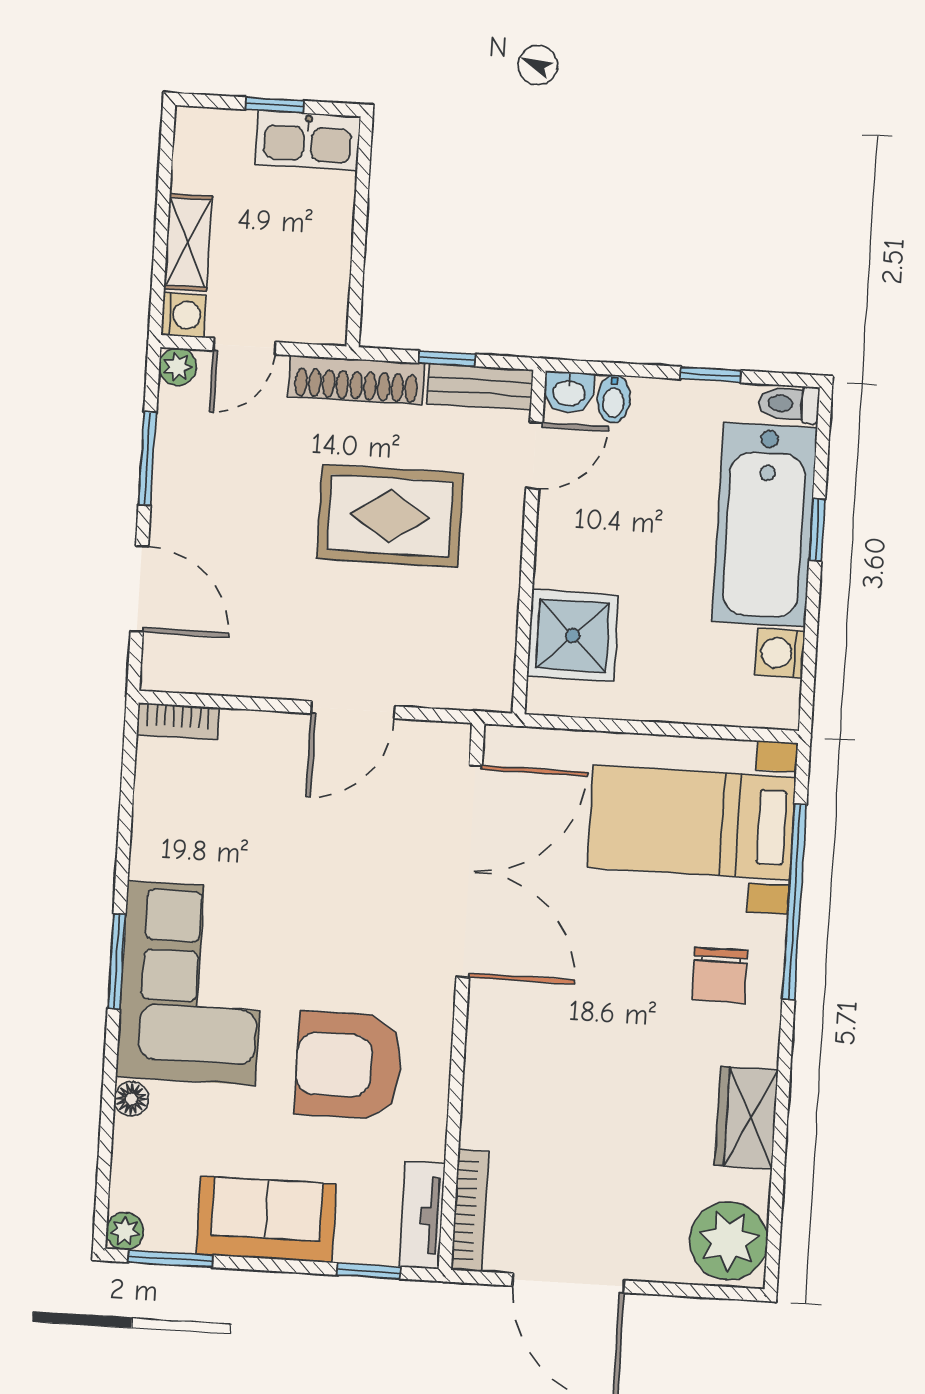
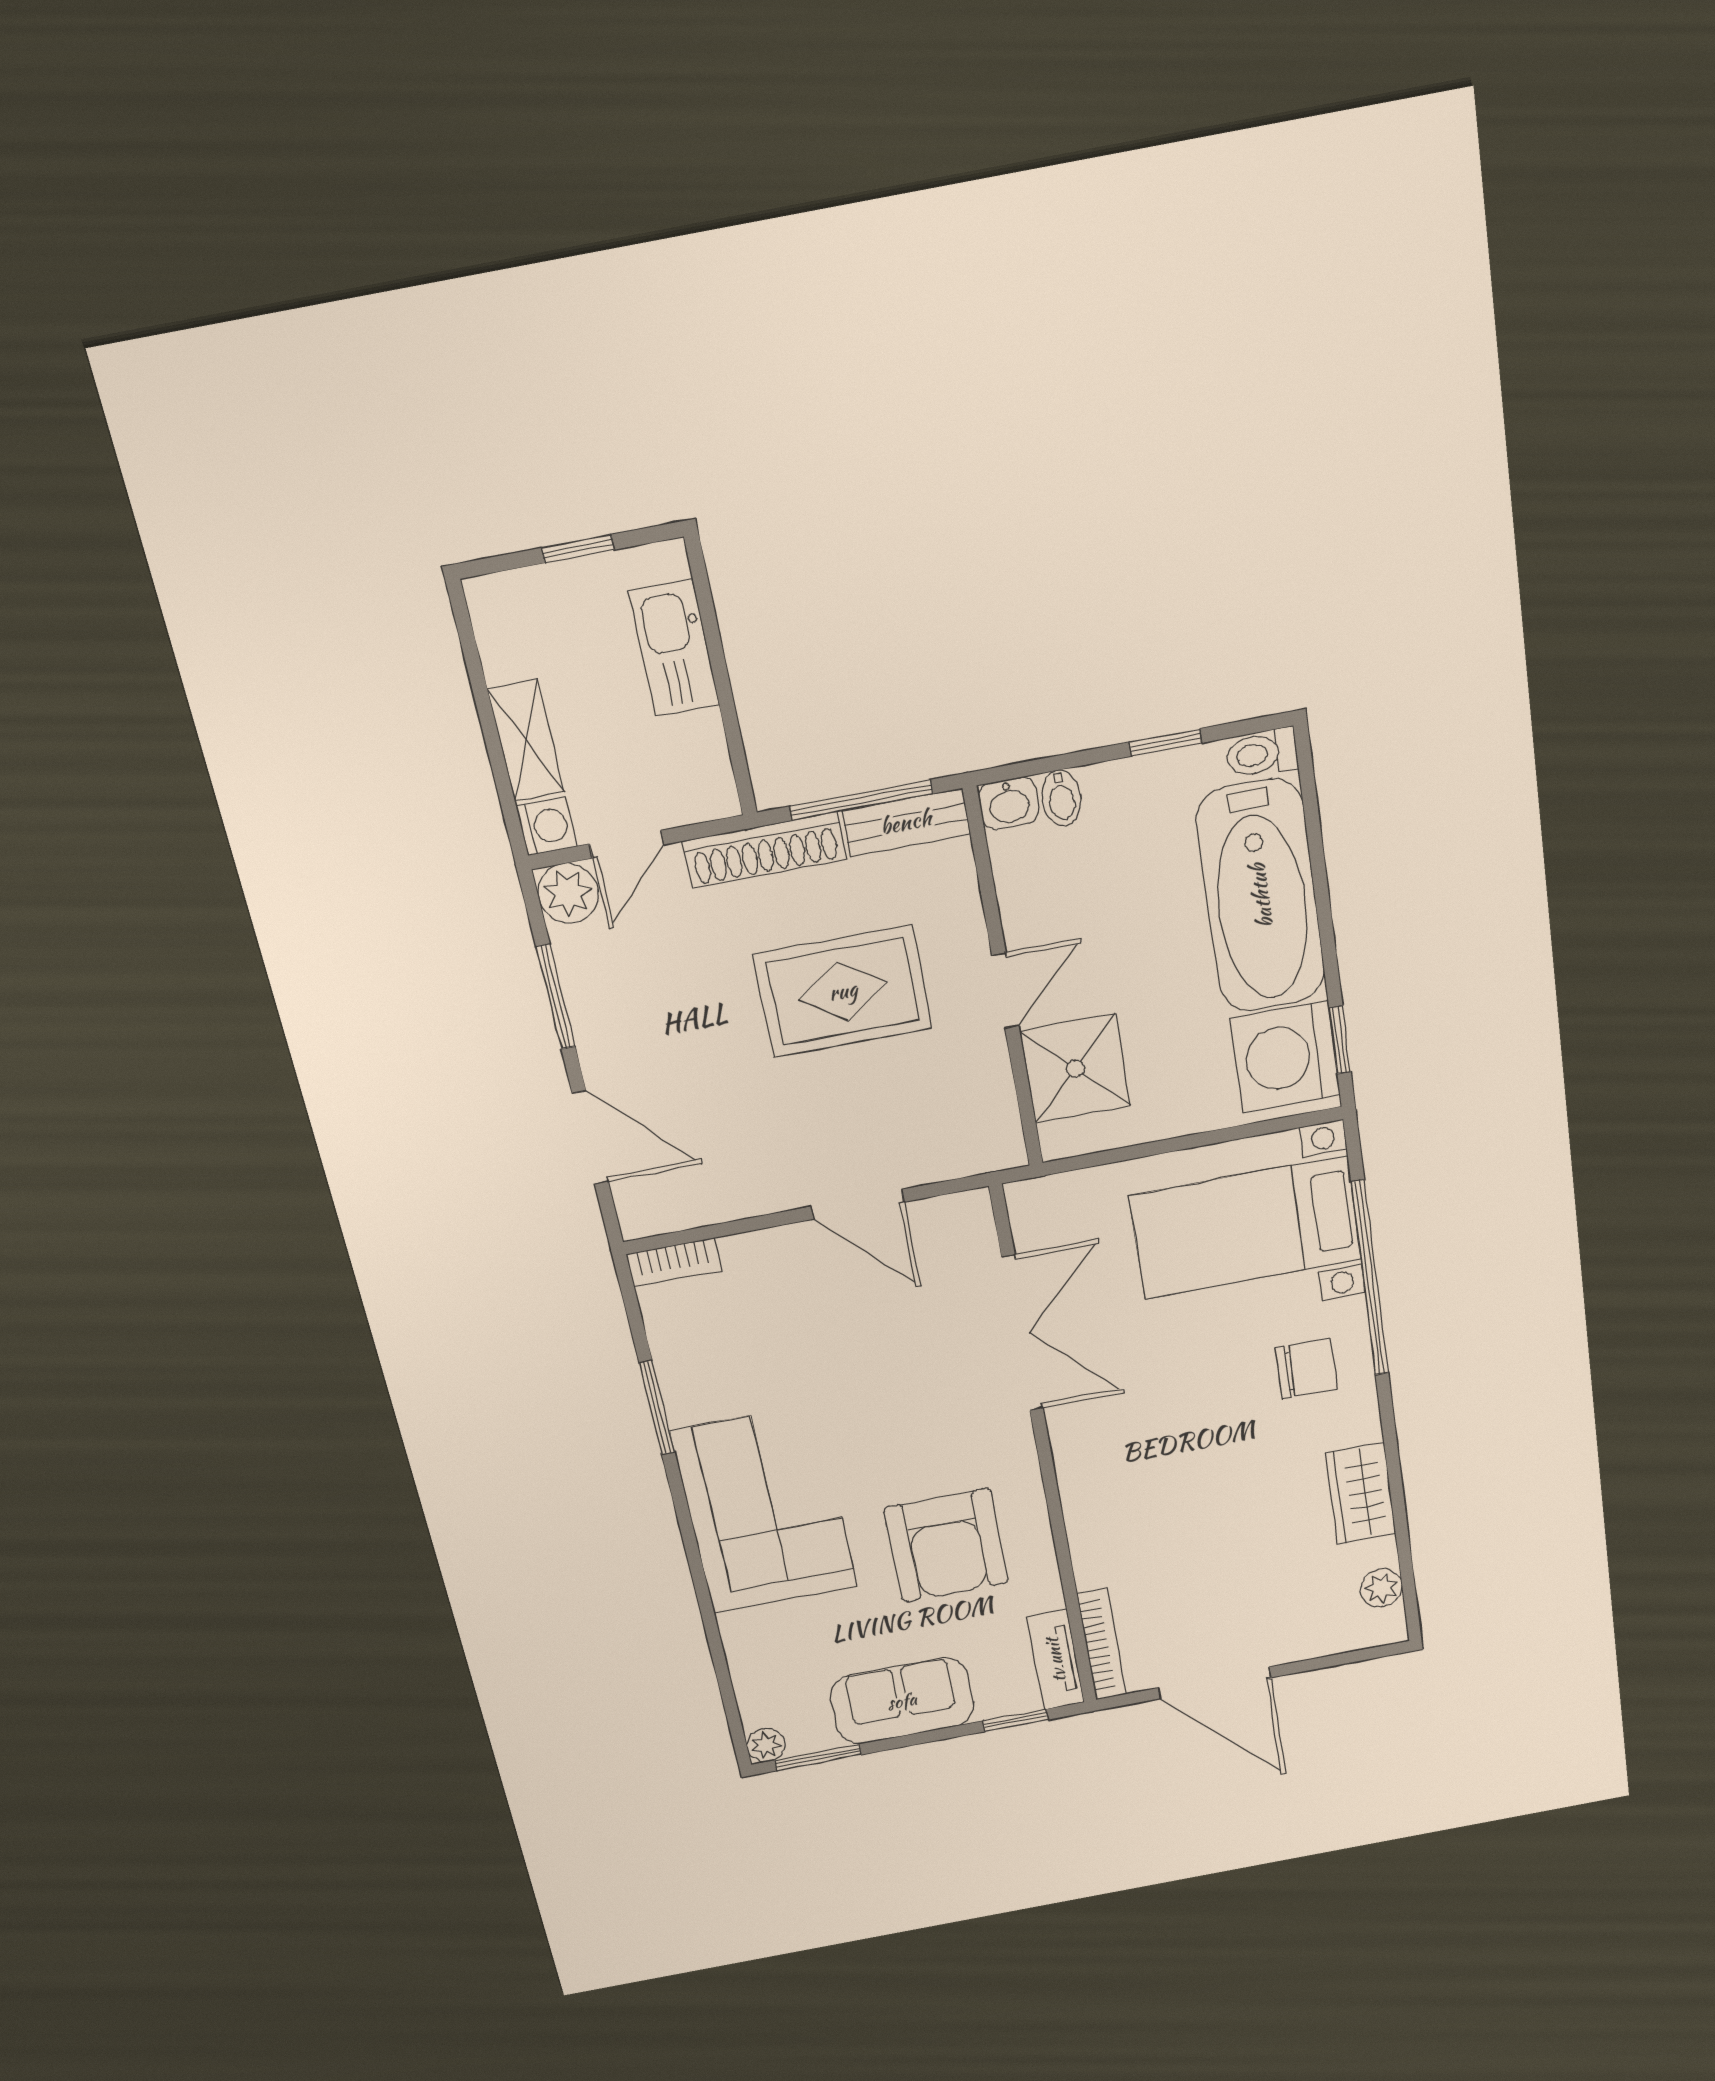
kitchen sink: (308, 140) -> (674, 648), moved, turned 90
window: (447, 359) -> (861, 800), width x2.17
plant: (178, 367) -> (568, 893), width x1.38, depth x1.38
door: (534, 455) -> (1005, 991), moved
window: (817, 530) -> (1340, 1040), moved
washing machine: (780, 653) -> (1286, 1057), width x1.89, depth x1.89
door: (353, 710) -> (858, 1204), hinge flipped
double door: (469, 871) -> (1023, 1333), width x0.73
window: (117, 961) -> (657, 1408), moved
chair: (720, 975) -> (1306, 1368), turned -90
armchair: (348, 1066) -> (946, 1545), turned -90
floor lamp: (131, 1099) -> (736, 1629), removed
plant: (729, 1241) -> (1381, 1588), width x0.53, depth x0.53

